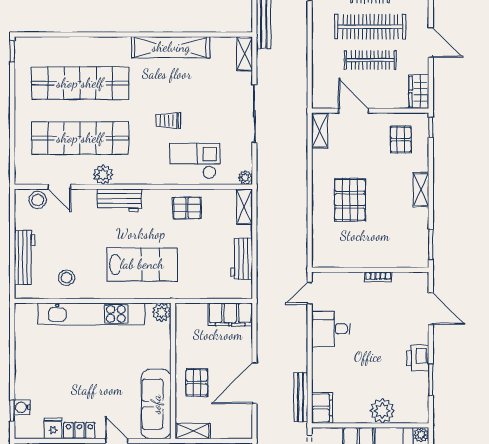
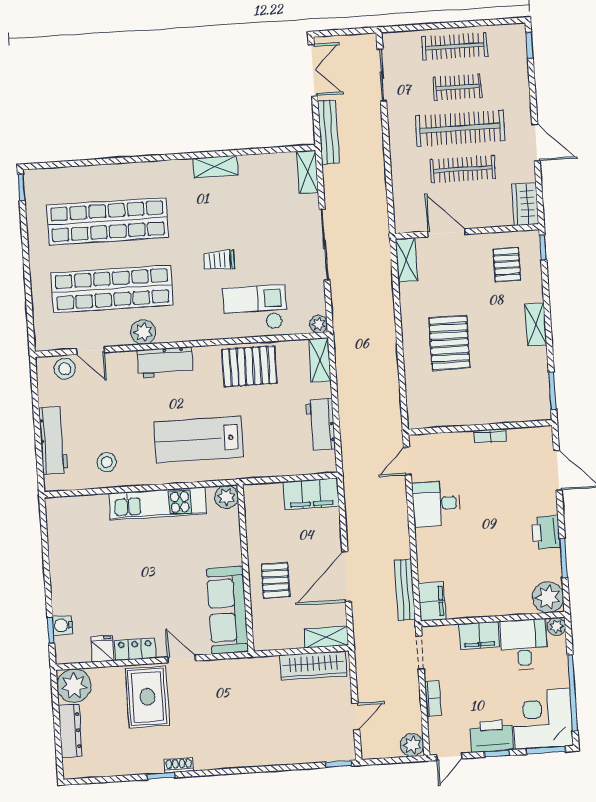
shelving: (171, 47) -> (216, 166), width x0.45, depth x0.75
pallet: (187, 208) -> (249, 366), width x1.50, depth x1.42
lab bench: (142, 264) -> (199, 440), turned 180
kitchen unit: (91, 314) -> (158, 503), width x0.73
plant: (382, 411) -> (548, 597), moved
shelving: (193, 431) -> (326, 637), moved

